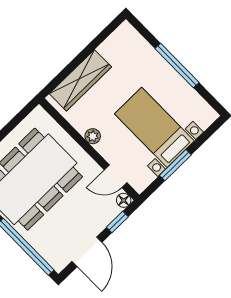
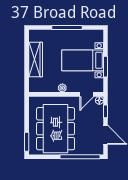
wardrobe: (80, 80) -> (36, 60), moved

